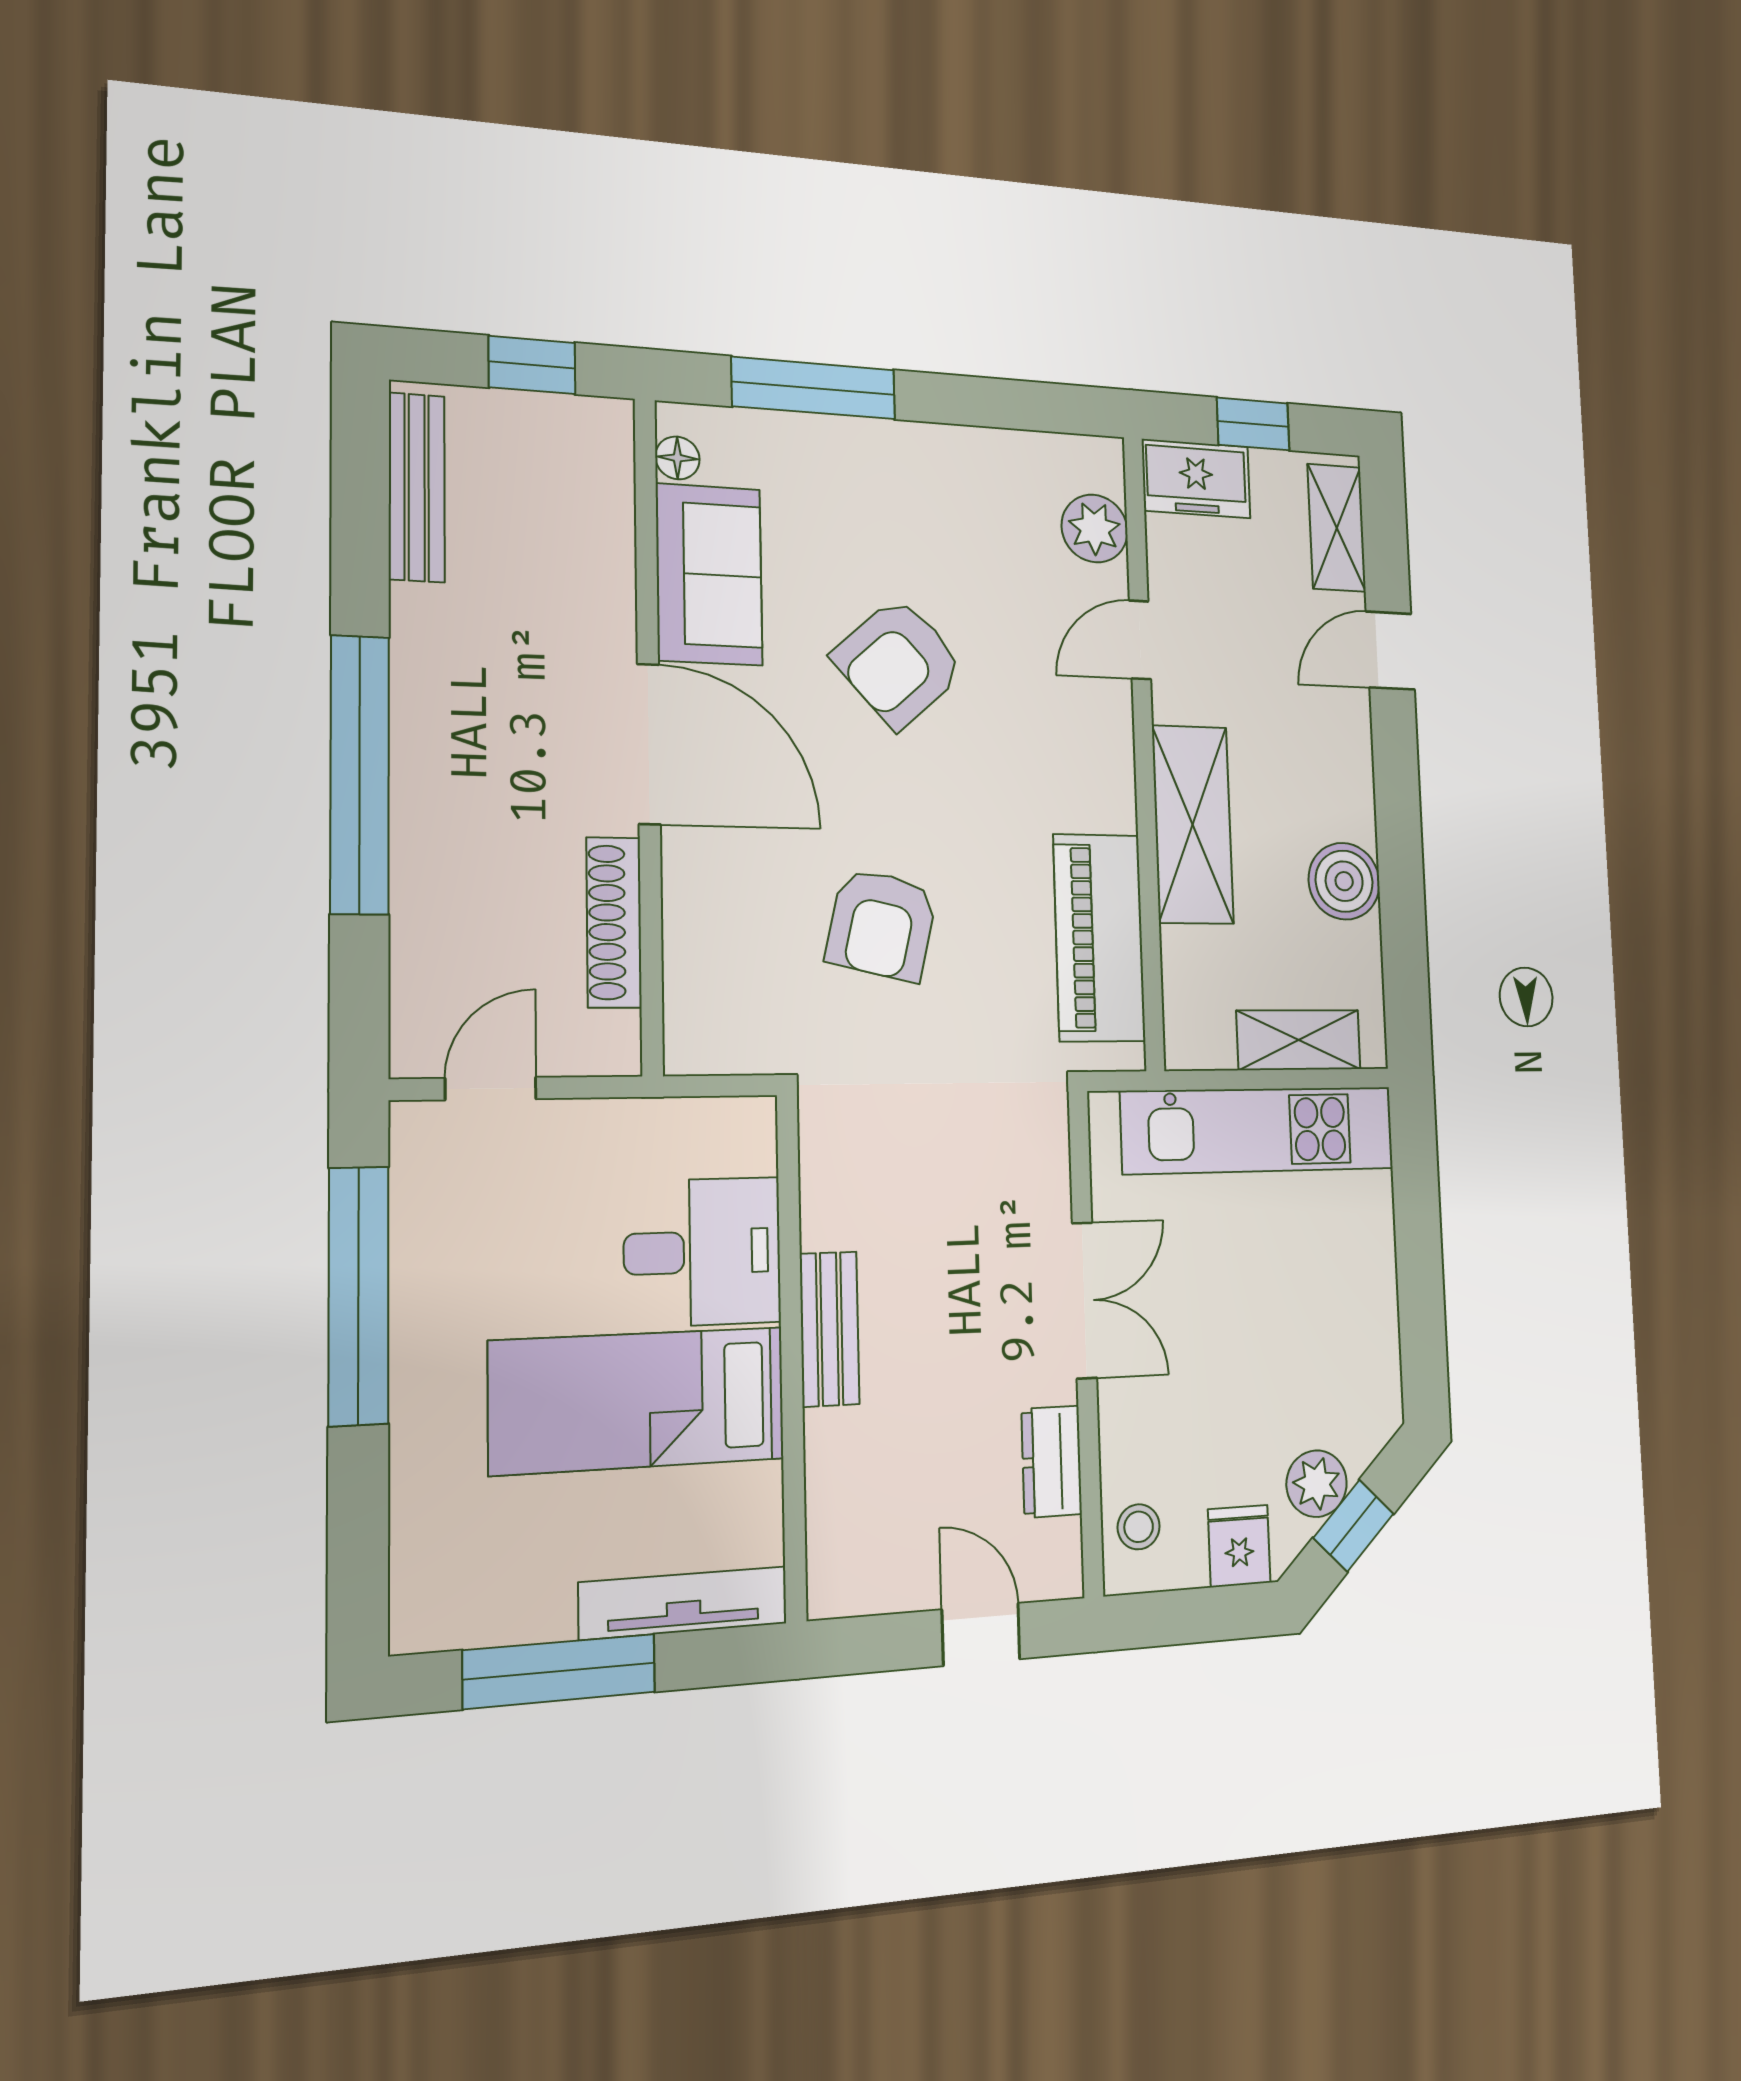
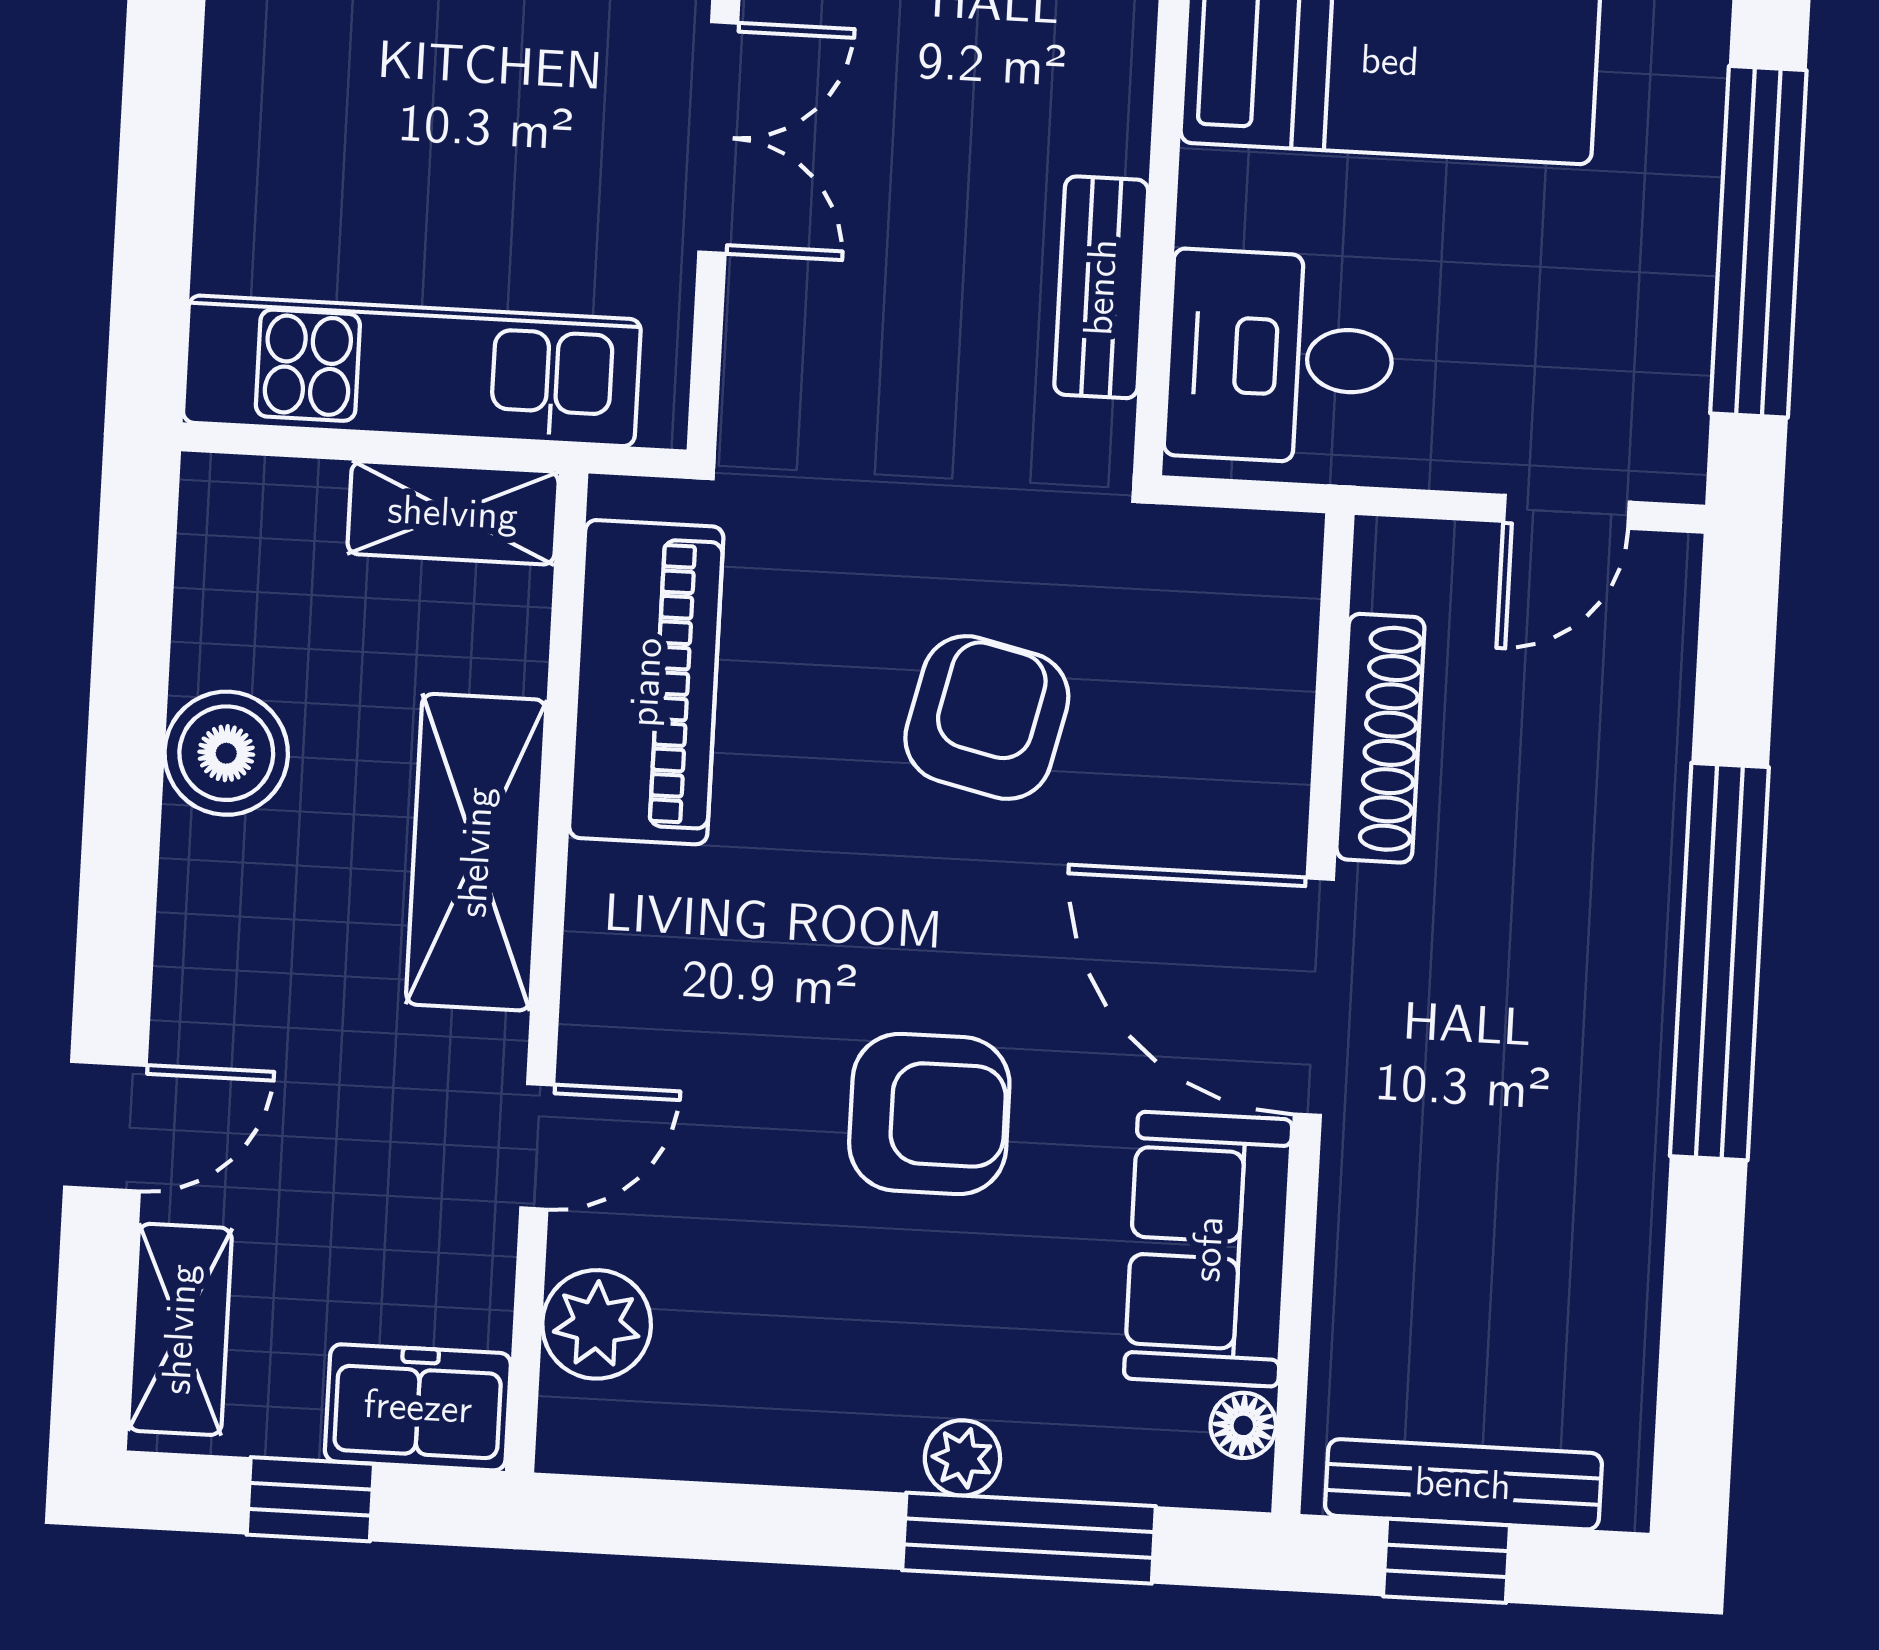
plant: (860, 441) -> (962, 1458), added
bench: (417, 487) -> (1463, 1484), moved, turned 90
armchair: (899, 663) -> (929, 1114), turned 42
shelving: (1299, 1040) -> (453, 513), moved
desk: (703, 1252) -> (1280, 357), moved
double door: (1084, 1300) -> (718, 138), swing flipped
bench: (829, 1329) -> (1101, 287), moved

